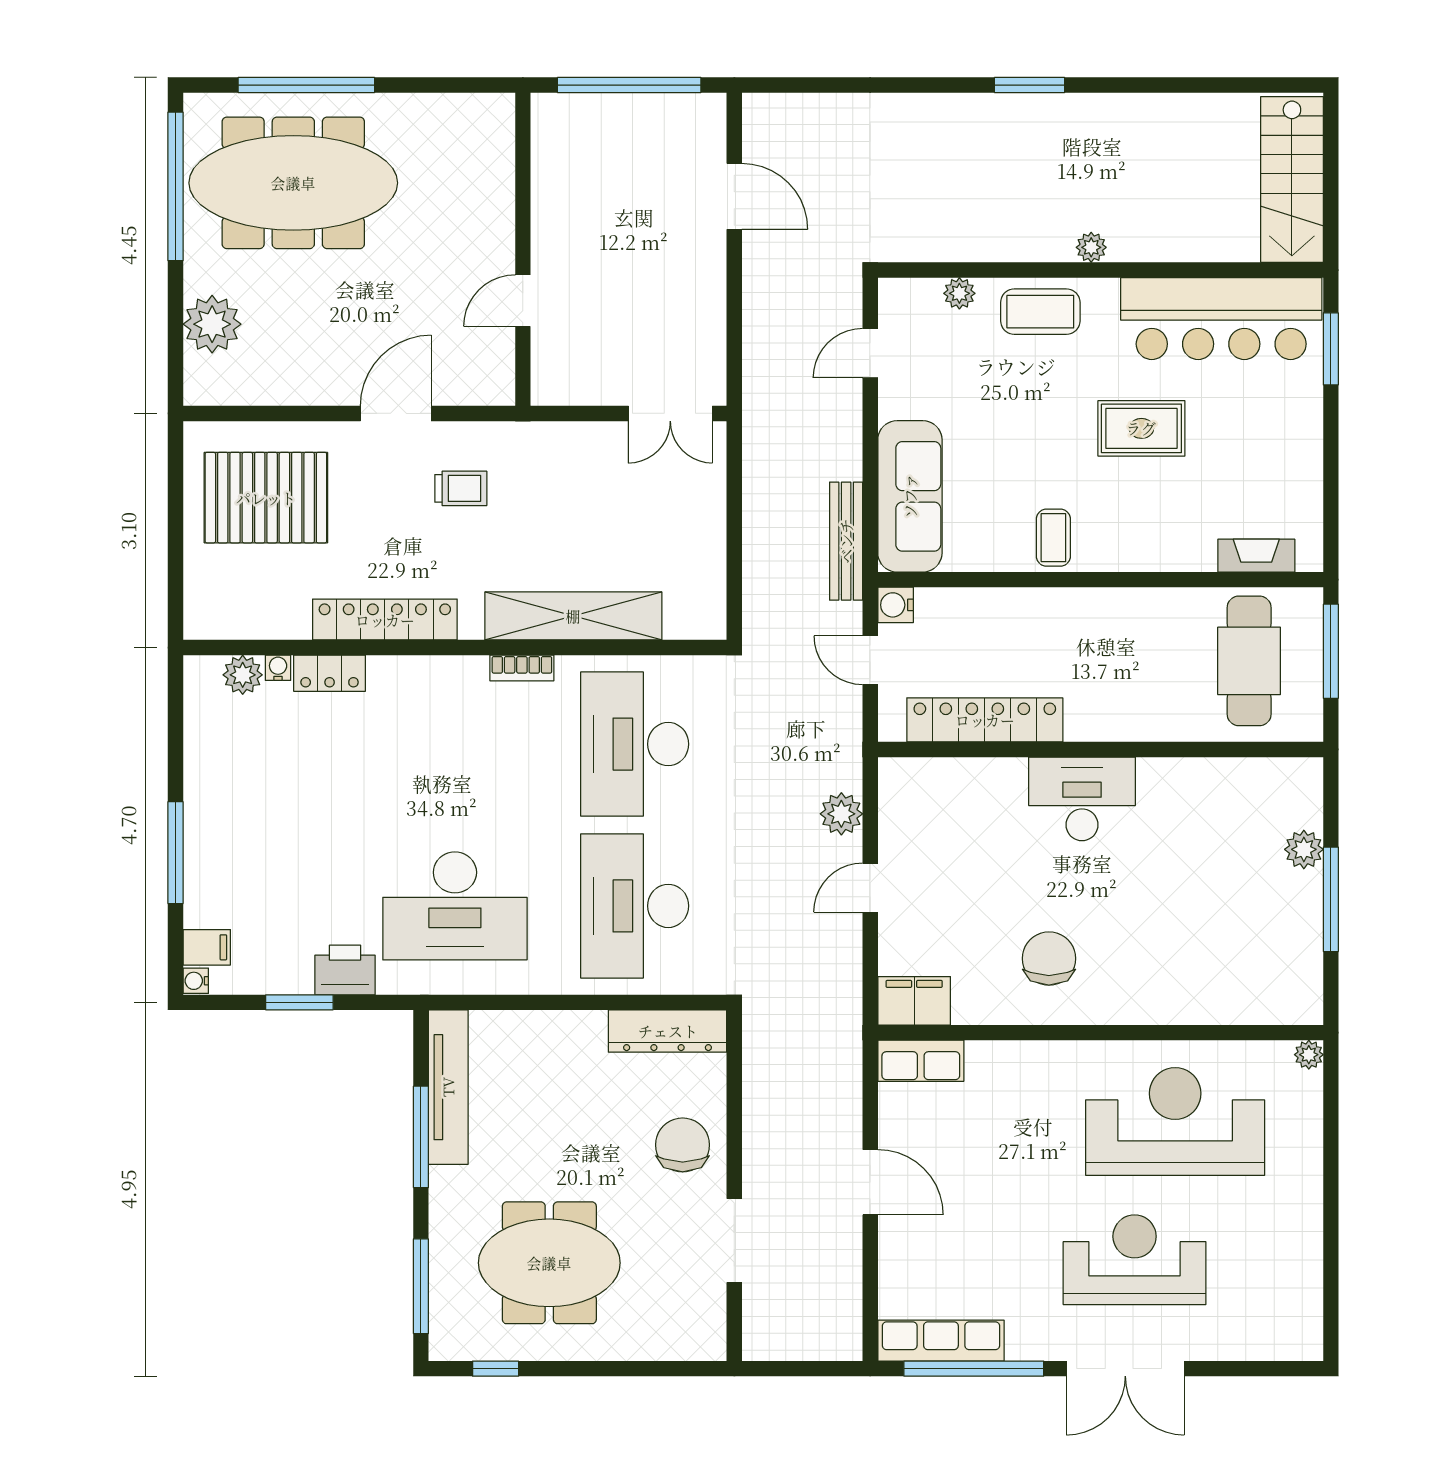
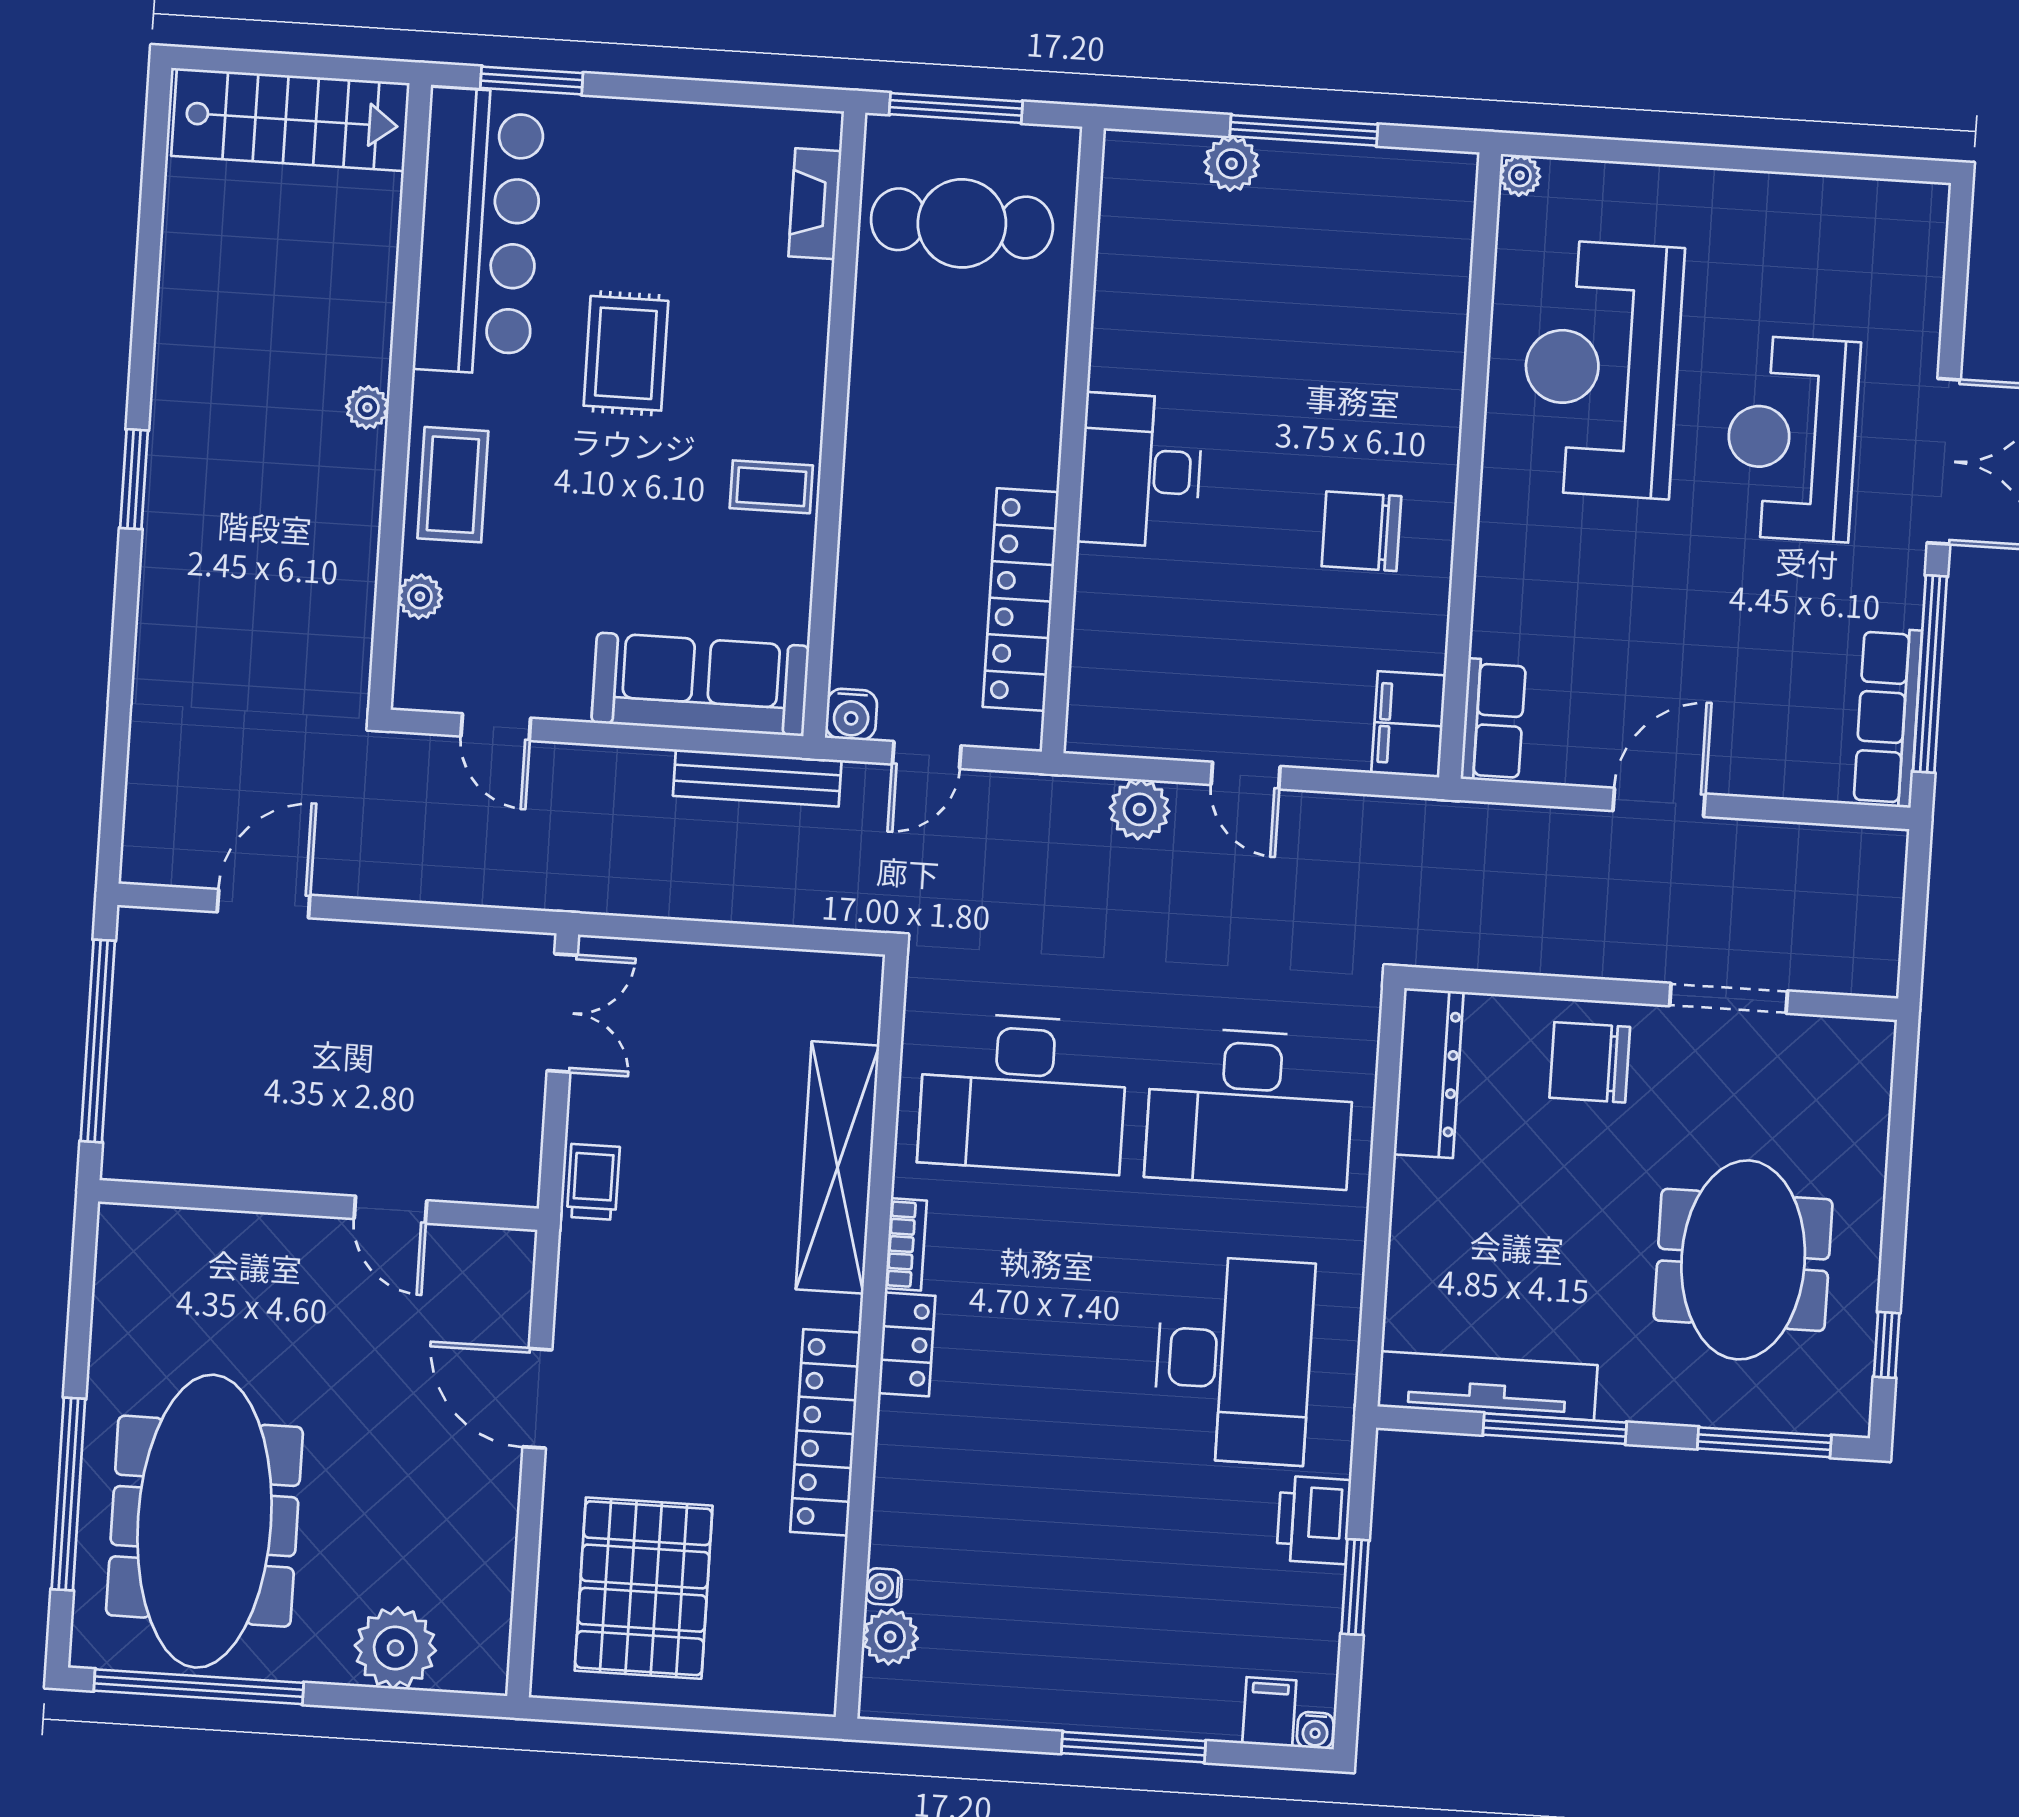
trolley: (461, 488) -> (593, 1182), moved
locker: (330, 673) -> (907, 1344), moved

